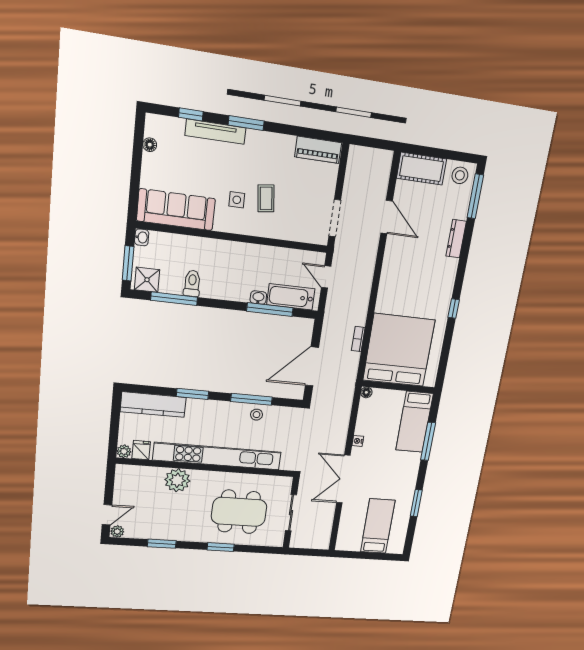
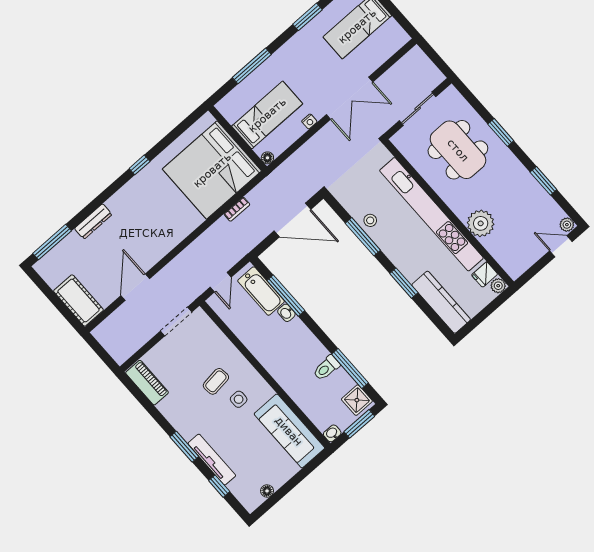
stool: (460, 175) -> (52, 269), removed
bed: (414, 422) -> (267, 115), moved

